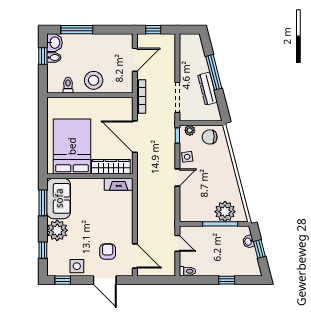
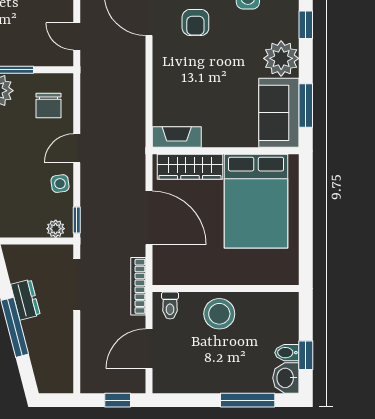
toilet: (68, 85) -> (170, 305), moved
dresser: (208, 89) -> (25, 300), width x0.70
chair: (210, 137) -> (48, 105), moved, turned 90

